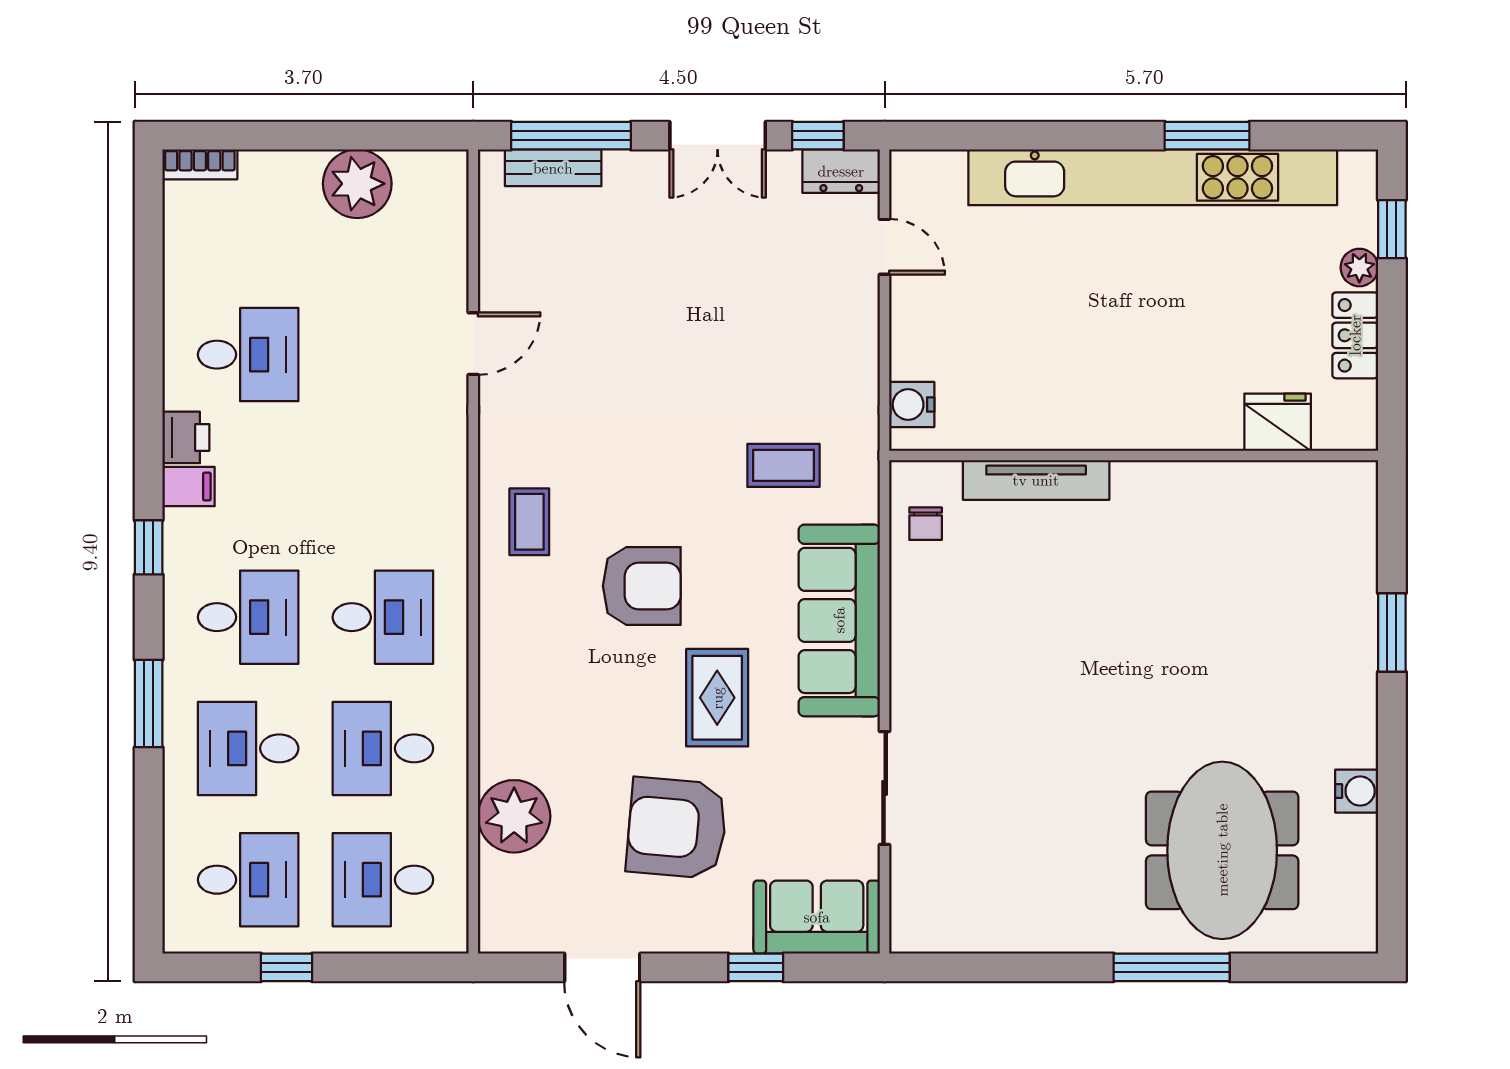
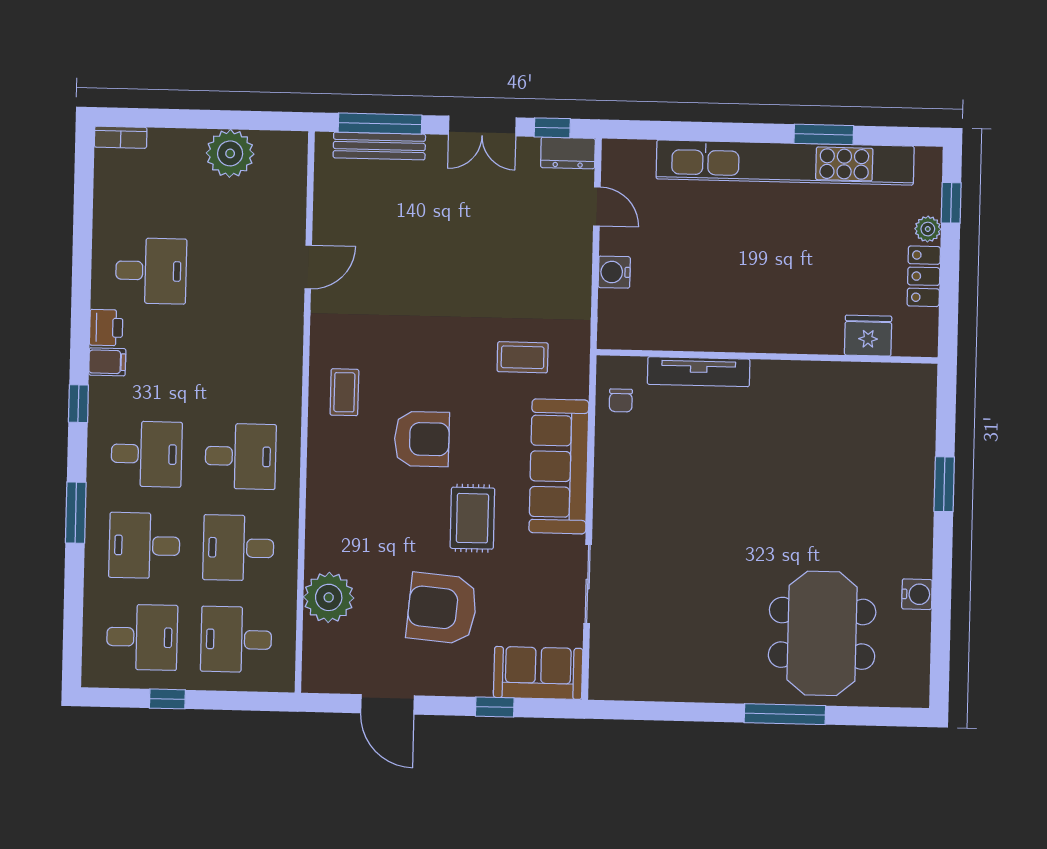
bench: (553, 168) -> (379, 146), width x1.36
water cooler: (912, 405) -> (614, 272), moved

